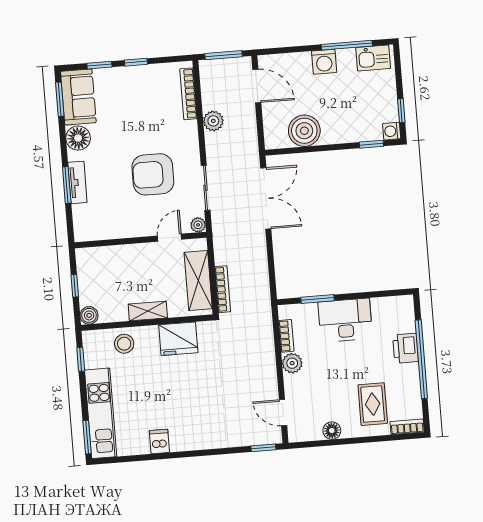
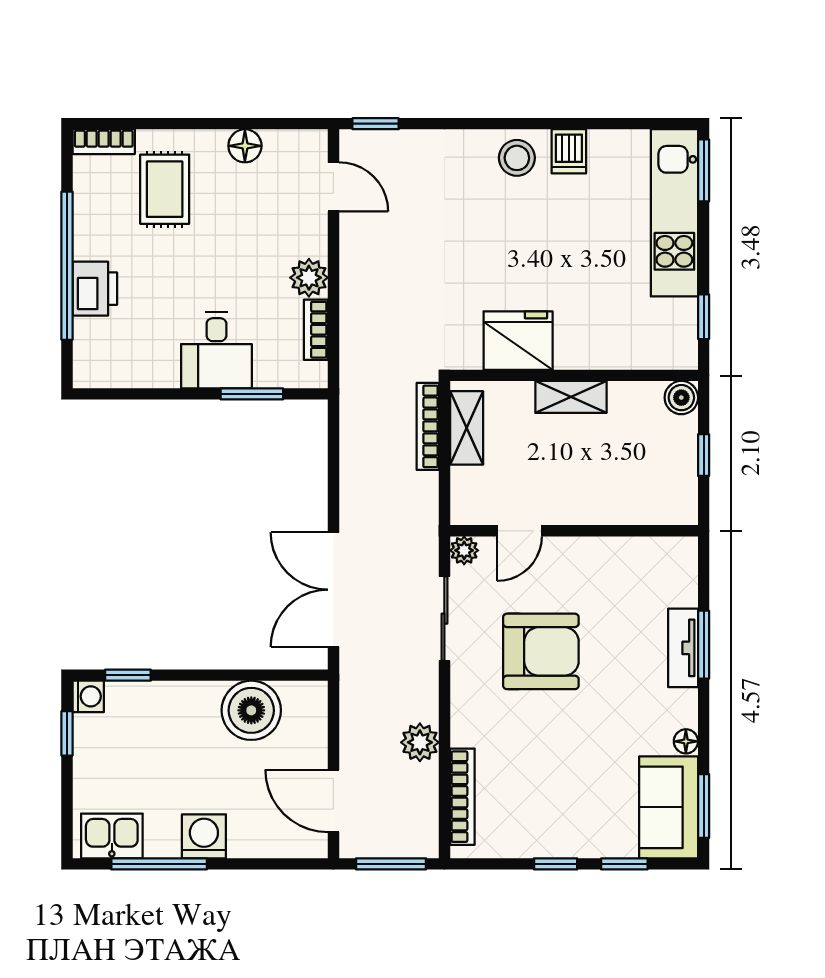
floor lamp: (78, 138) -> (686, 741), width x0.53, depth x0.53
shelving: (198, 281) -> (467, 428), width x0.67, depth x0.75
desk: (345, 320) -> (216, 350), width x0.73
stool: (124, 344) -> (517, 158), moved

